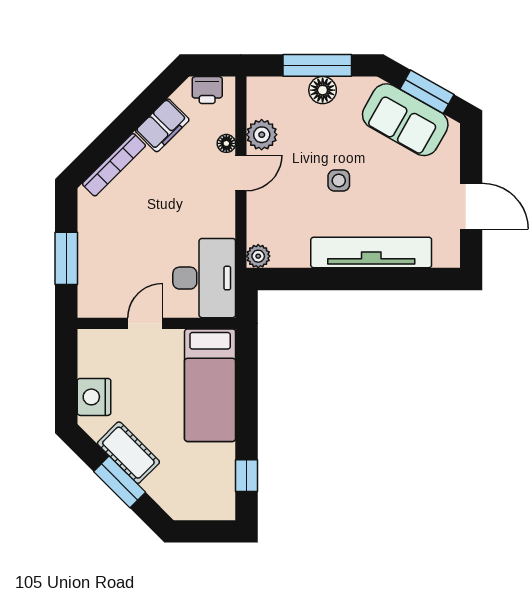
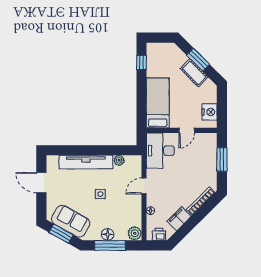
plant: (262, 135) -> (135, 233), moved
door: (241, 173) -> (144, 186), moved
plant: (258, 256) -> (119, 160), moved
nightstand: (94, 397) -> (210, 112), moved

